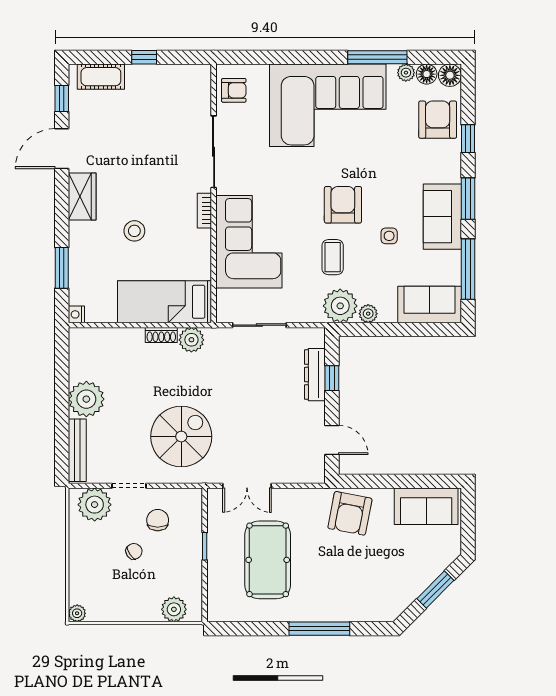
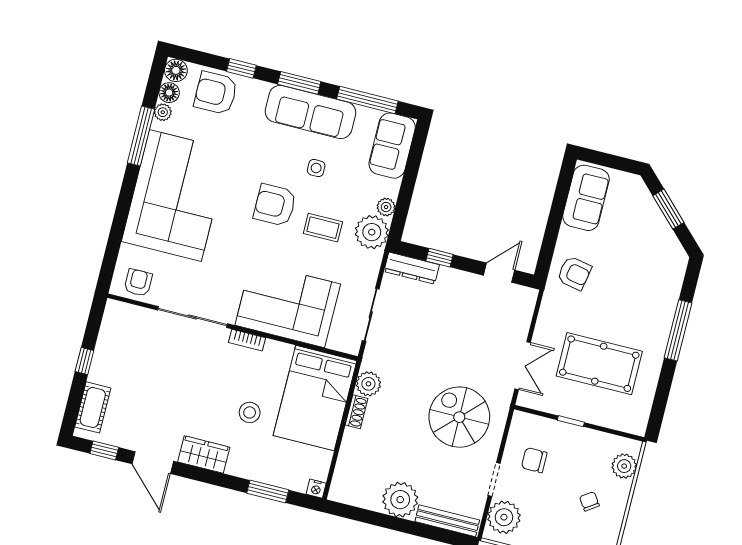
sofa: (442, 217) -> (310, 112), width x1.36
bed: (164, 302) -> (315, 398), width x1.50
dresser: (315, 375) -> (412, 268), moved
armchair: (350, 513) -> (574, 273), width x0.72, depth x0.72
chair: (134, 551) -> (589, 501), moved

